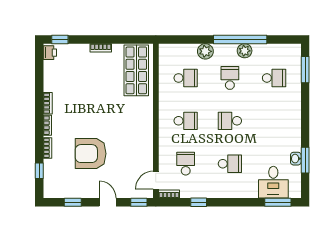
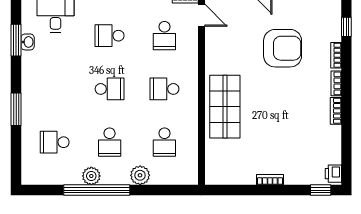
shop shelf: (136, 70) -> (225, 107), moved
window: (305, 70) -> (16, 109), moved
school desk: (186, 78) -> (164, 142), turned -90
door: (156, 180) -> (201, 15), hinge flipped

